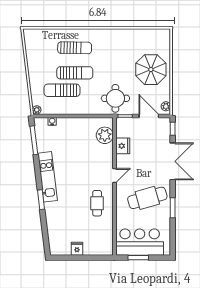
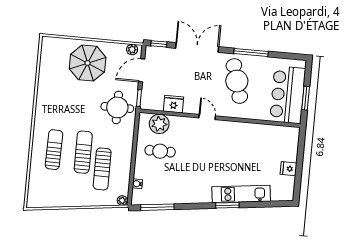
kitchen unit: (48, 177) -> (241, 194), moved
cafe table: (97, 203) -> (160, 151), moved
window: (173, 208) -> (251, 52), width x1.44

